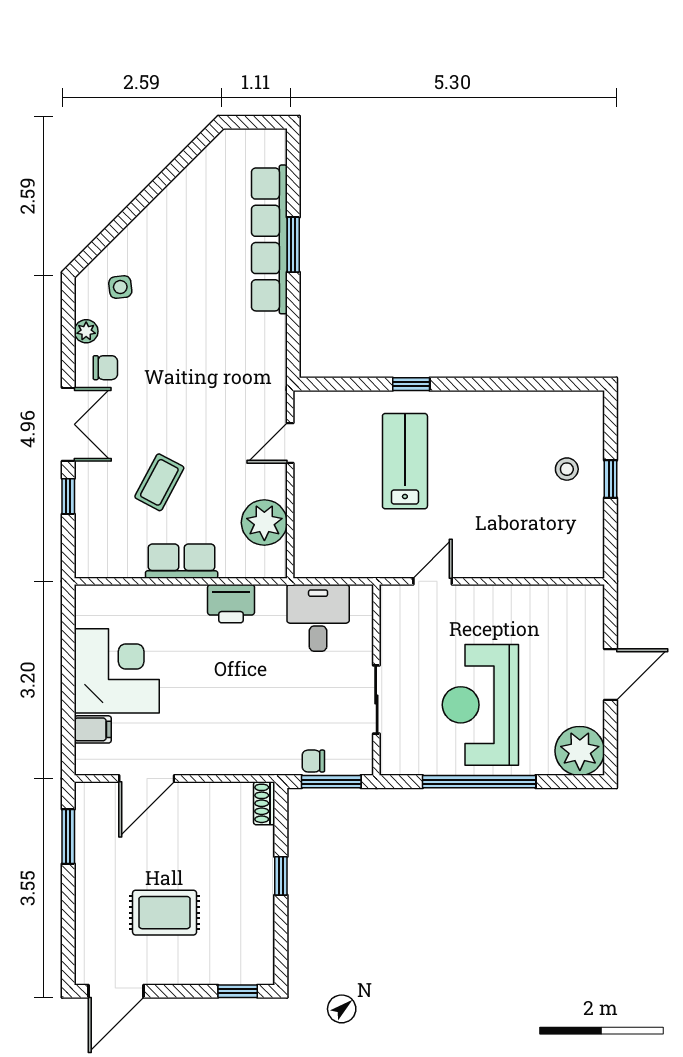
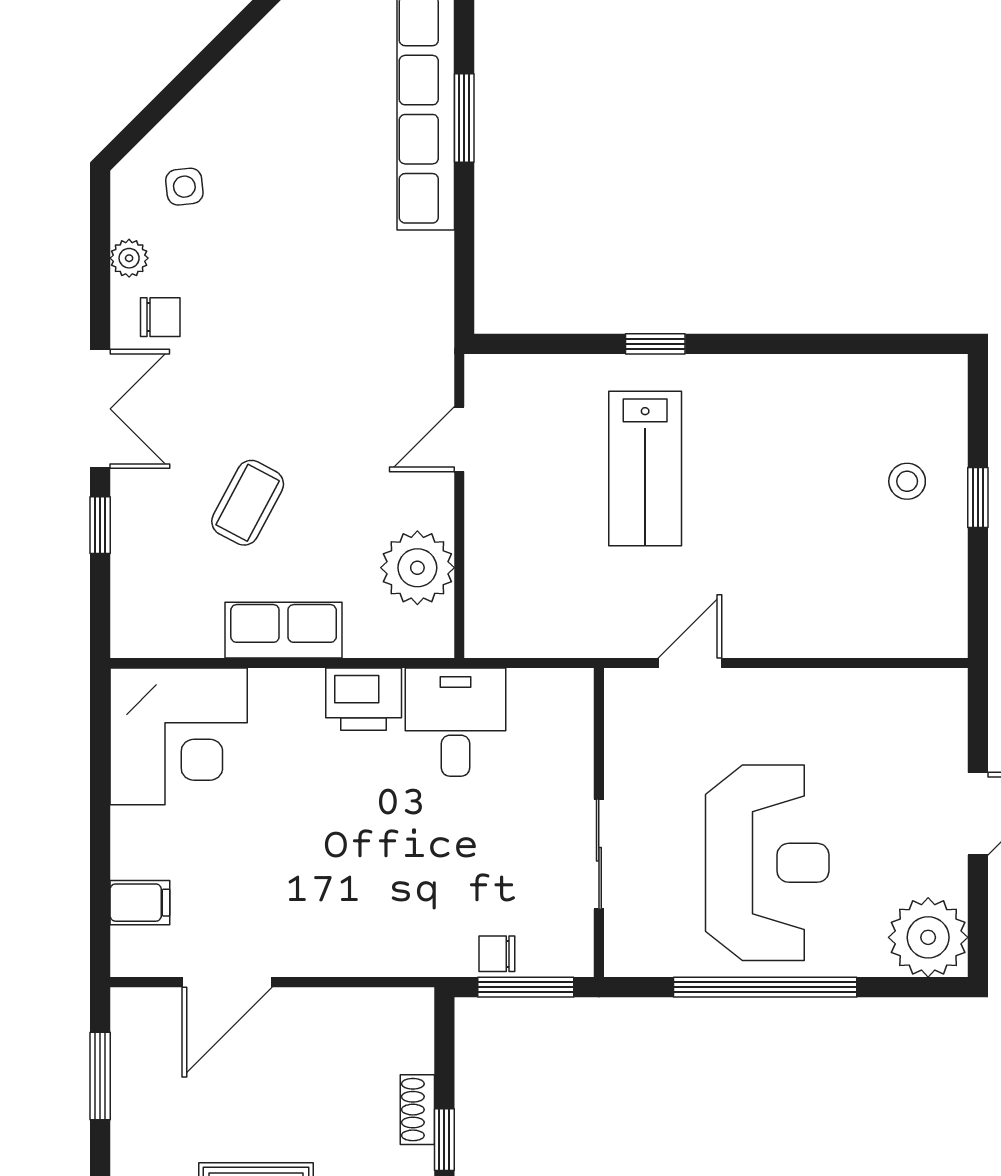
lab bench: (405, 461) -> (645, 468), turned 180
desk: (318, 618) -> (455, 722), moved
corner desk: (117, 671) -> (179, 736), moved, turned 90
reception desk: (480, 705) -> (767, 863), turned 180
shoe rack: (264, 803) -> (417, 1110), moved

